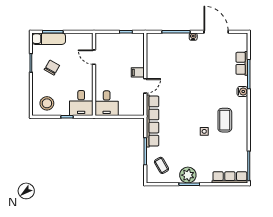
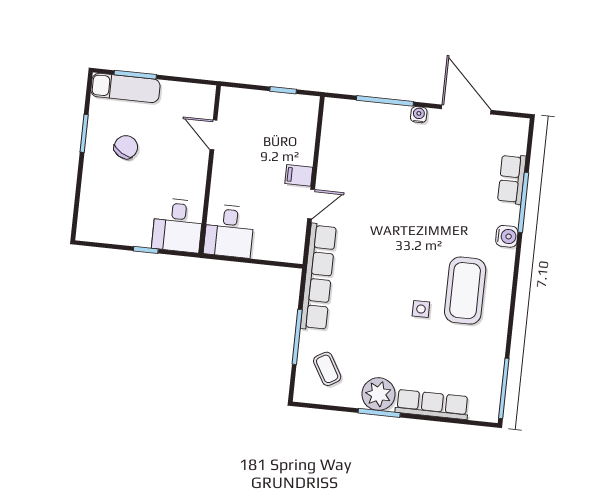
stool: (47, 103) -> (108, 219), removed
coffee table: (225, 120) -> (465, 291), width x1.36, depth x1.32
row of seats: (230, 177) -> (432, 404), moved

